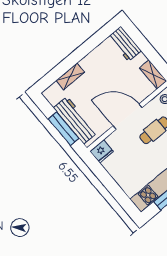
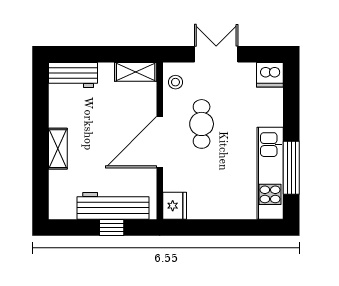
shelving: (70, 76) -> (58, 149), moved
window: (64, 129) -> (112, 227), width x0.46

